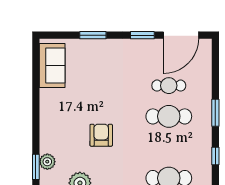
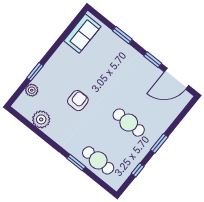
cafe table: (169, 86) -> (144, 104), removed
window: (36, 167) -> (35, 72), moved

